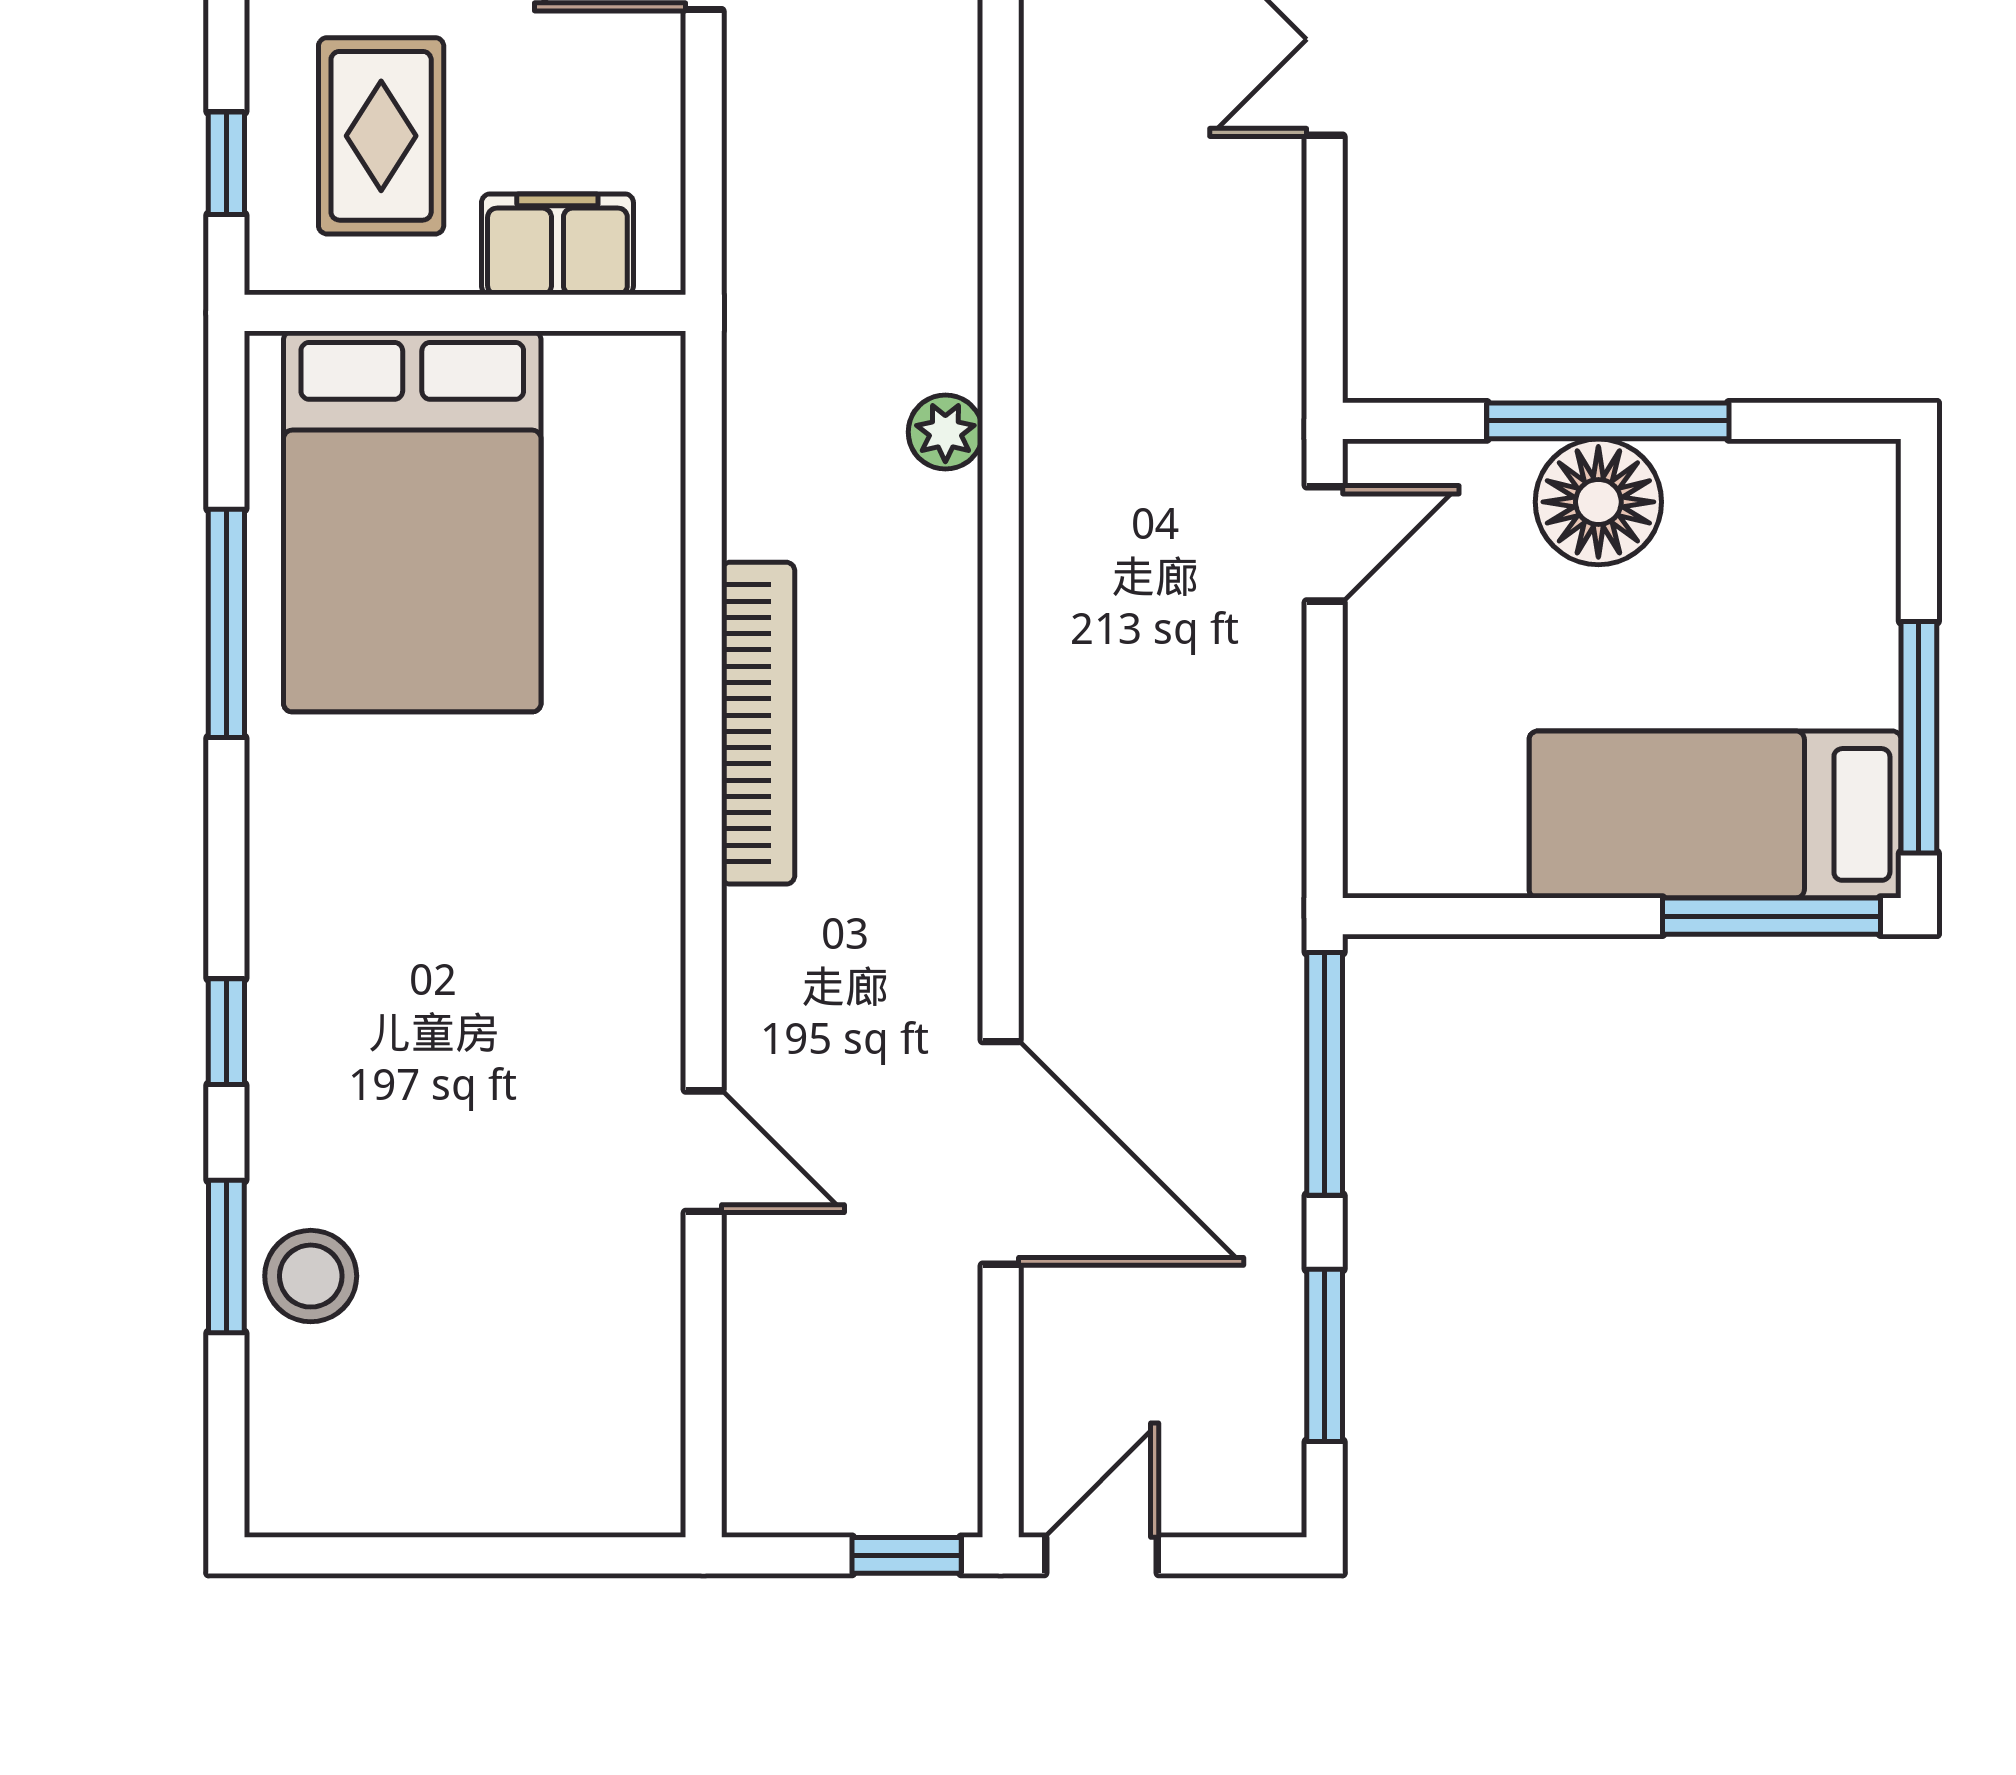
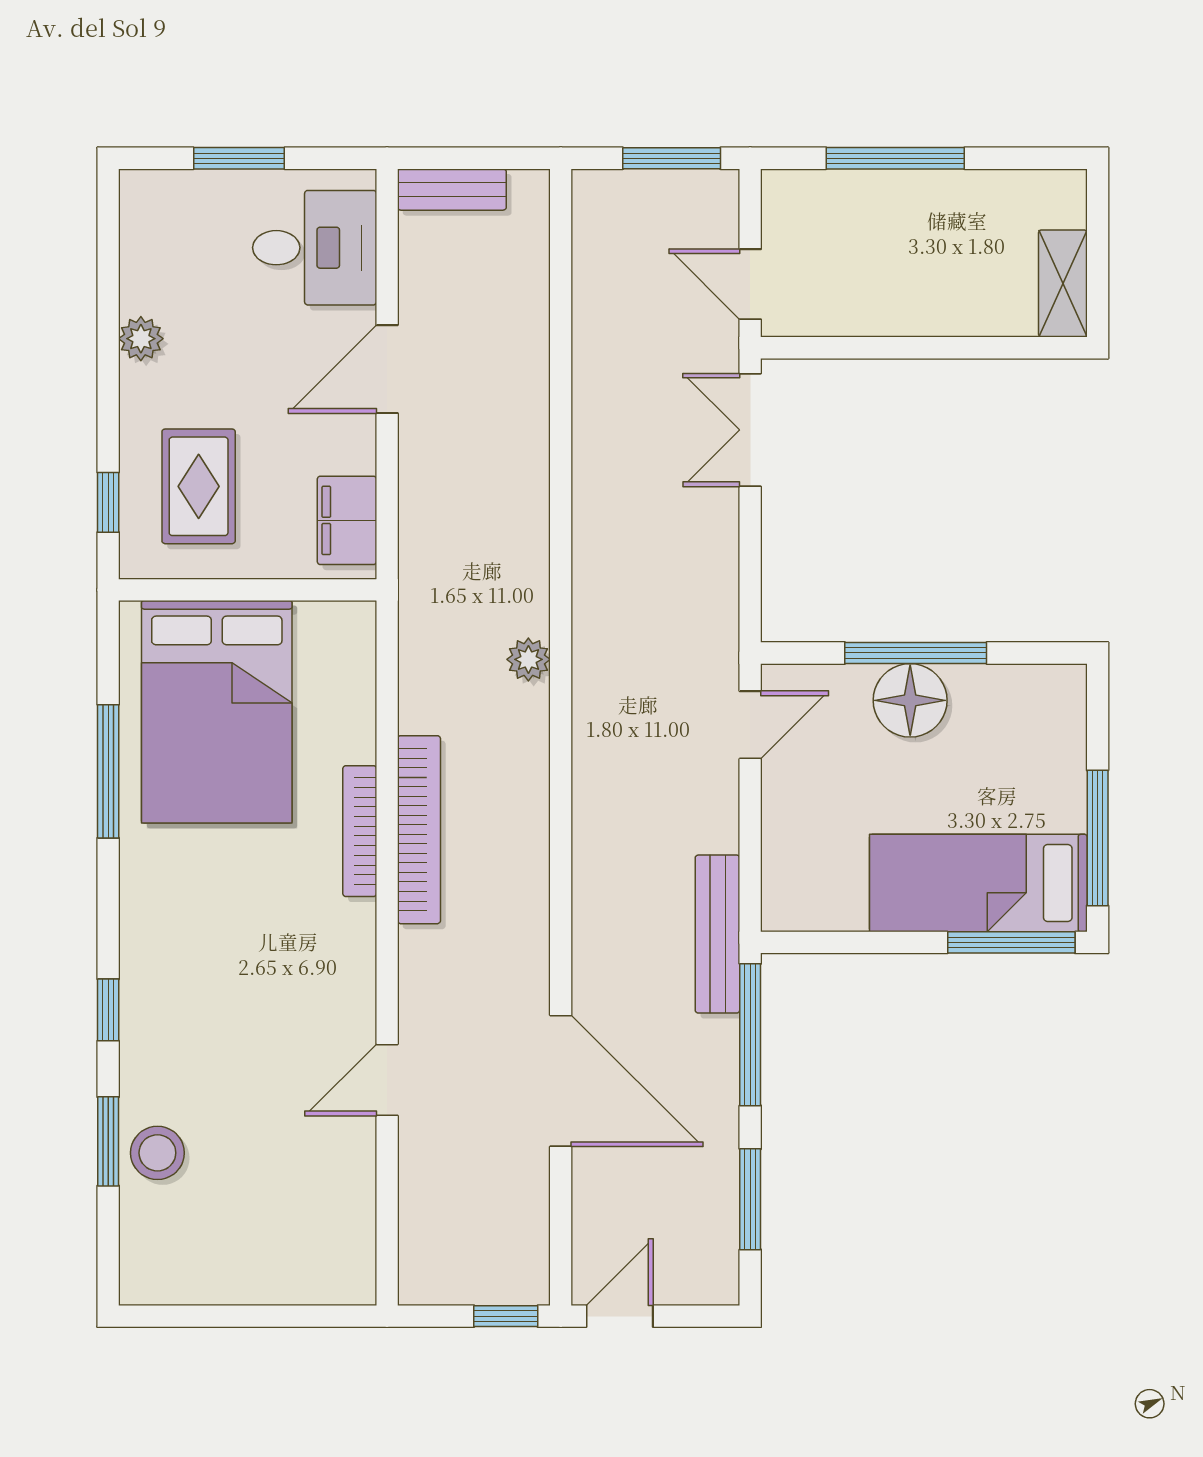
filing cabinet: (557, 244) -> (347, 520), moved, turned -90
bookcase: (657, 726) -> (360, 831), added
bench: (1269, 902) -> (717, 934), added
door: (704, 1151) -> (387, 1080), swing flipped

